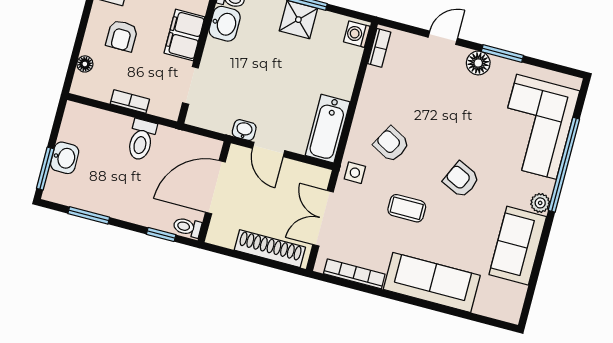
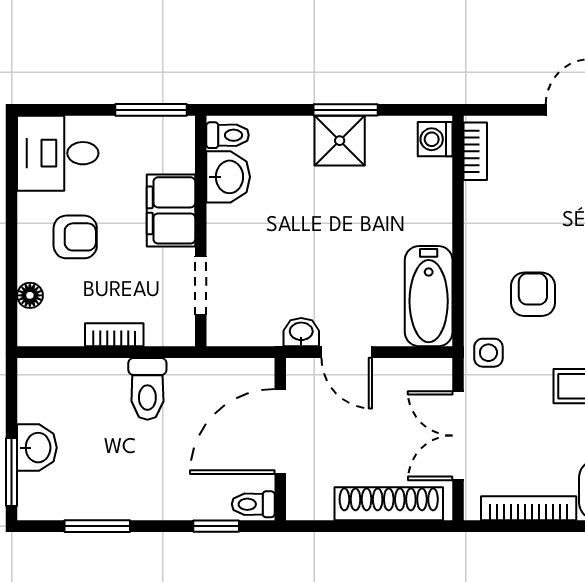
armchair: (122, 36) -> (75, 237), turned -90
armchair: (391, 144) -> (533, 294), turned 61

